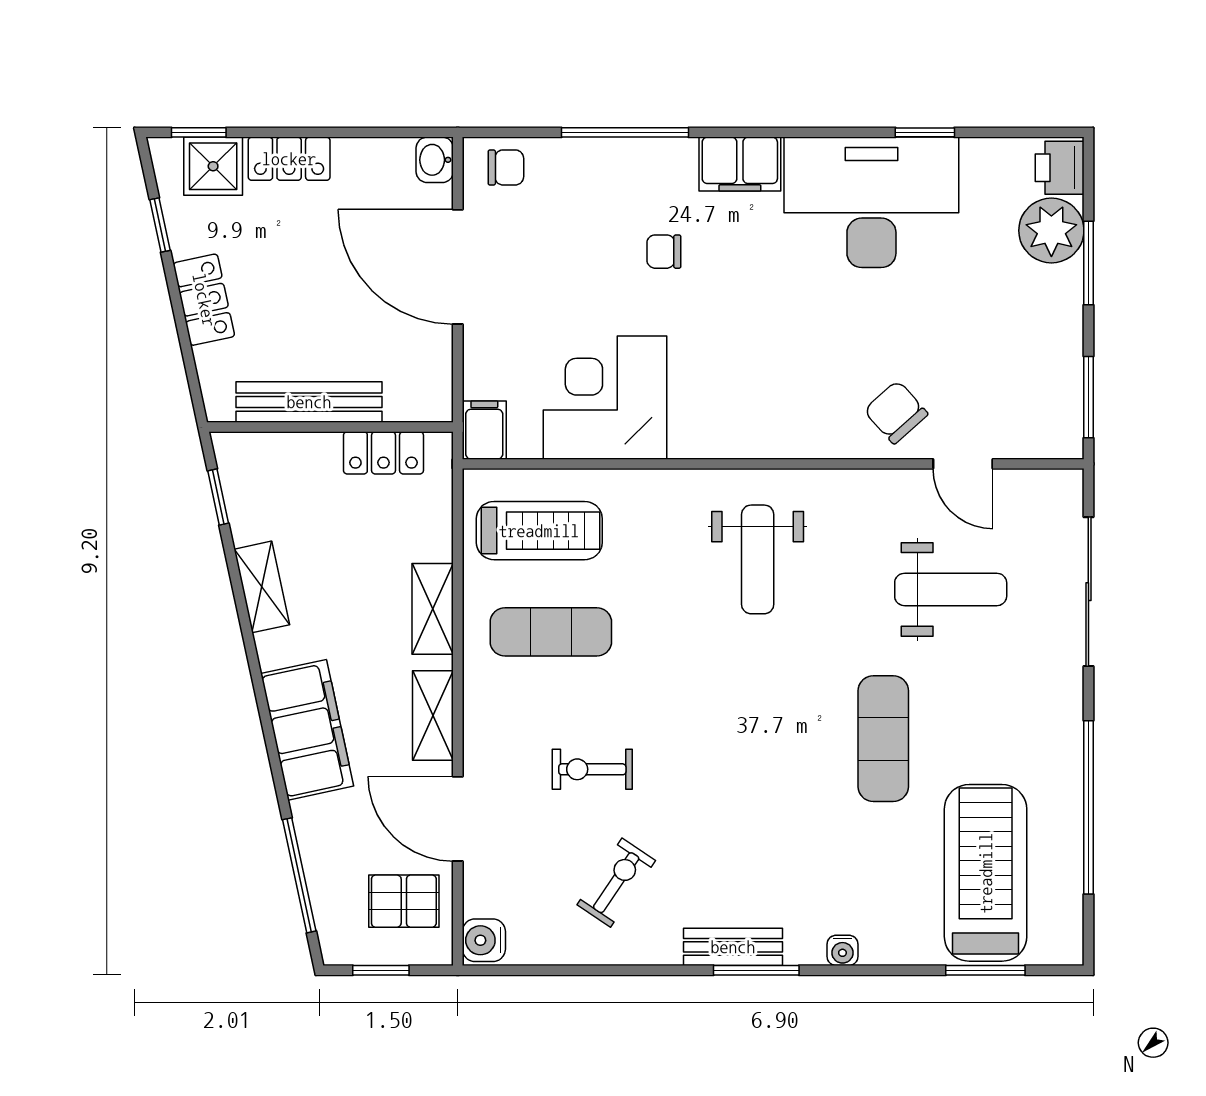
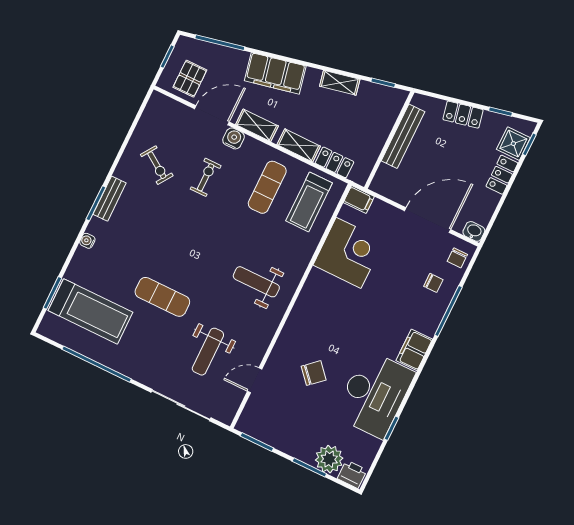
chair: (664, 252) -> (433, 283), moved, turned 90
chair: (896, 412) -> (314, 373), moved
locker: (383, 453) -> (334, 162), moved, turned 90
water cooler: (484, 940) -> (234, 138), moved

